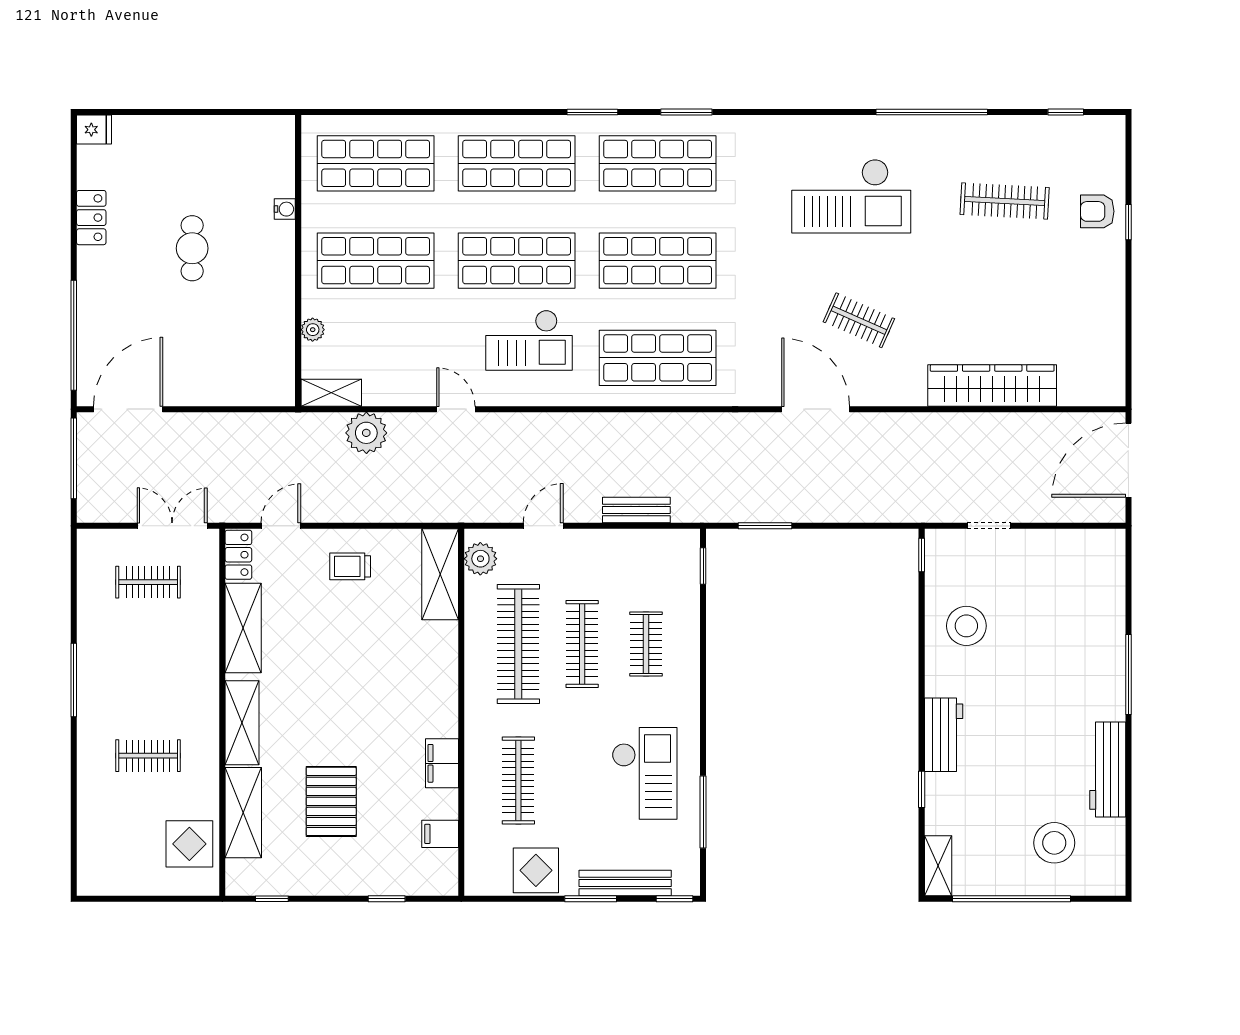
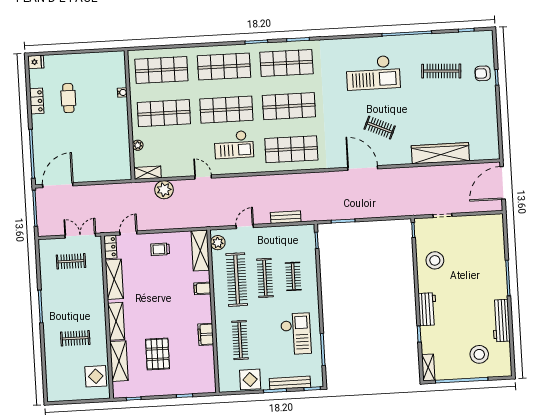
cafe table: (192, 248) -> (68, 98), moved
filing cabinet: (440, 834) -> (202, 288), moved

